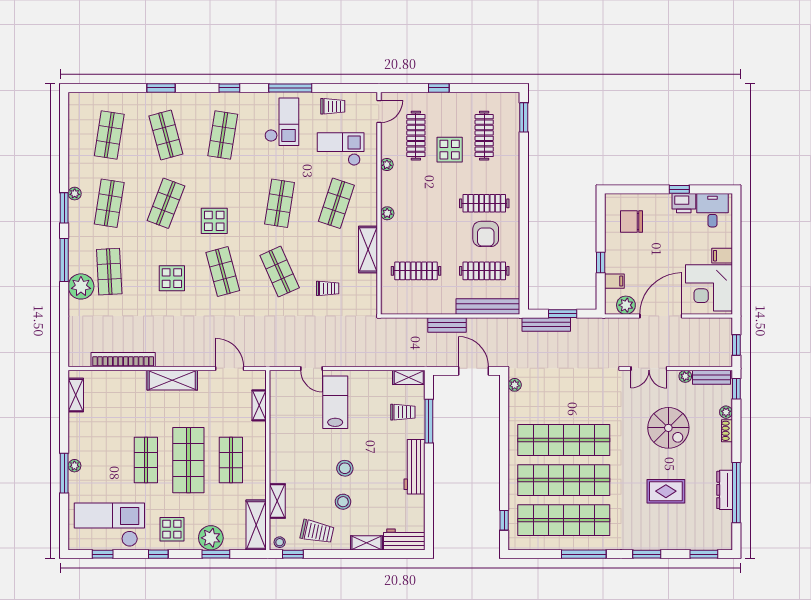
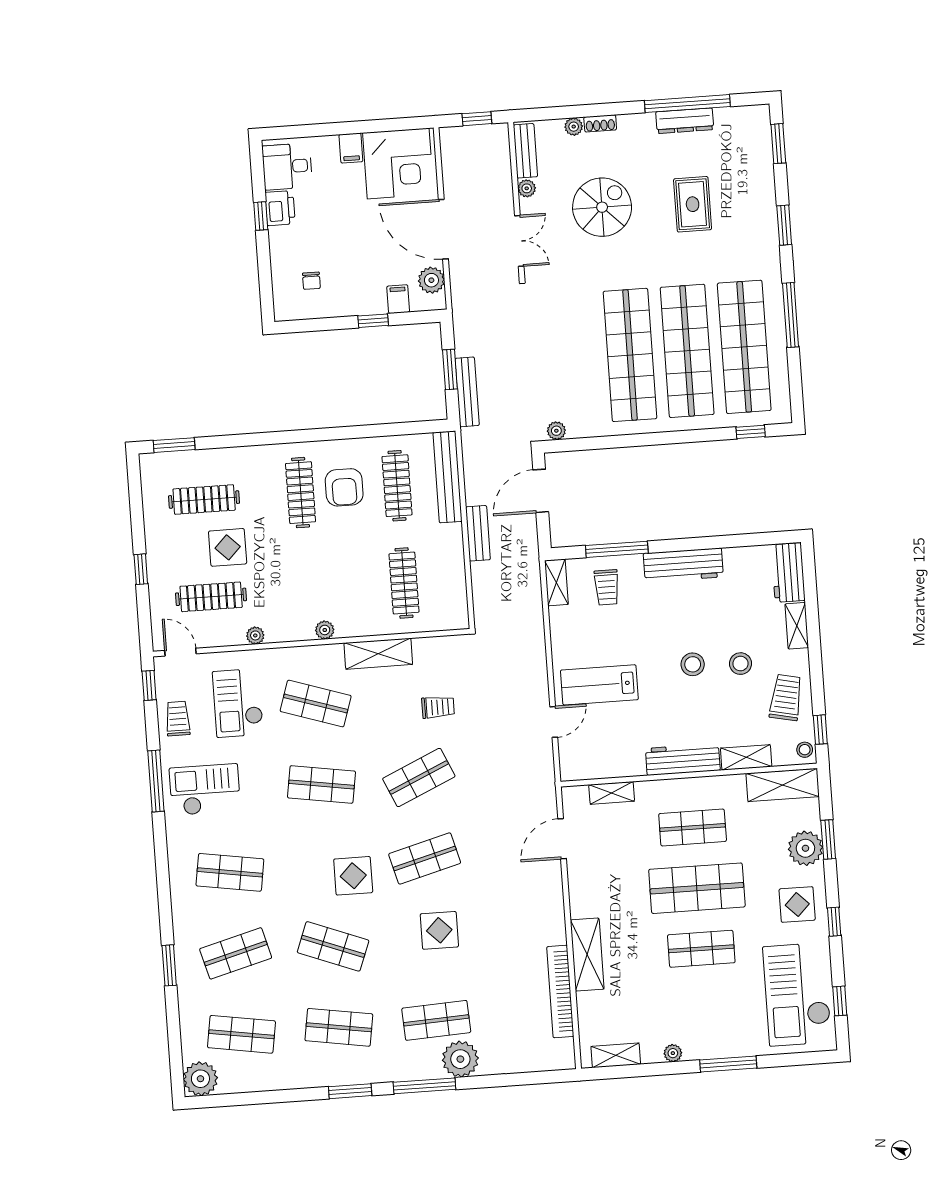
window: (229, 88) -> (149, 685), moved
plant: (75, 194) -> (200, 1079), moved, width x1.88, depth x1.88
chair: (632, 221) -> (311, 281), width x0.54, depth x0.54
armchair: (486, 234) -> (344, 487), turned 90
trolley: (328, 288) -> (438, 707), turned 90
shelving: (172, 380) -> (587, 955), moved
window: (736, 389) -> (539, 114), removed
trolley: (403, 412) -> (607, 587), turned 180
workbench: (279, 457) -> (683, 759), added
plant: (74, 466) -> (673, 1053), moved

